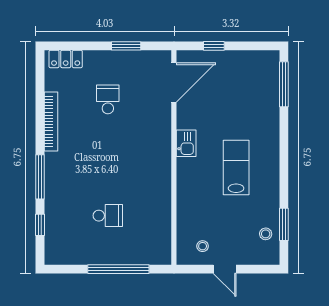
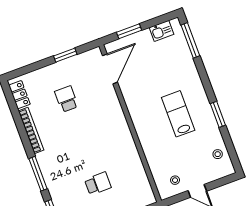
window: (214, 46) -> (129, 31), width x1.50
locker: (66, 59) -> (19, 95), moved, turned -90
kitchen sink: (186, 143) -> (162, 31), moved, turned 90
window: (284, 224) -> (218, 114), moved

